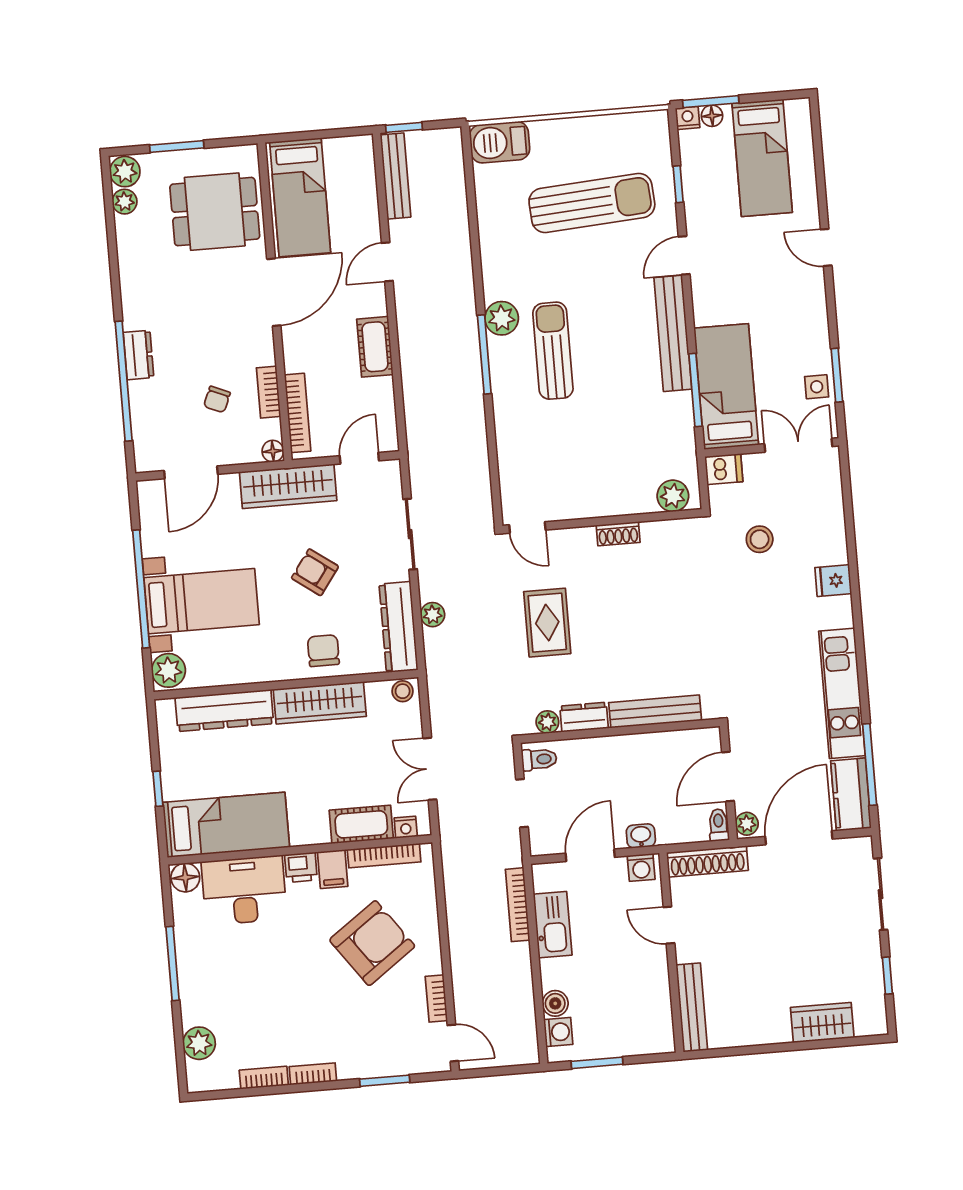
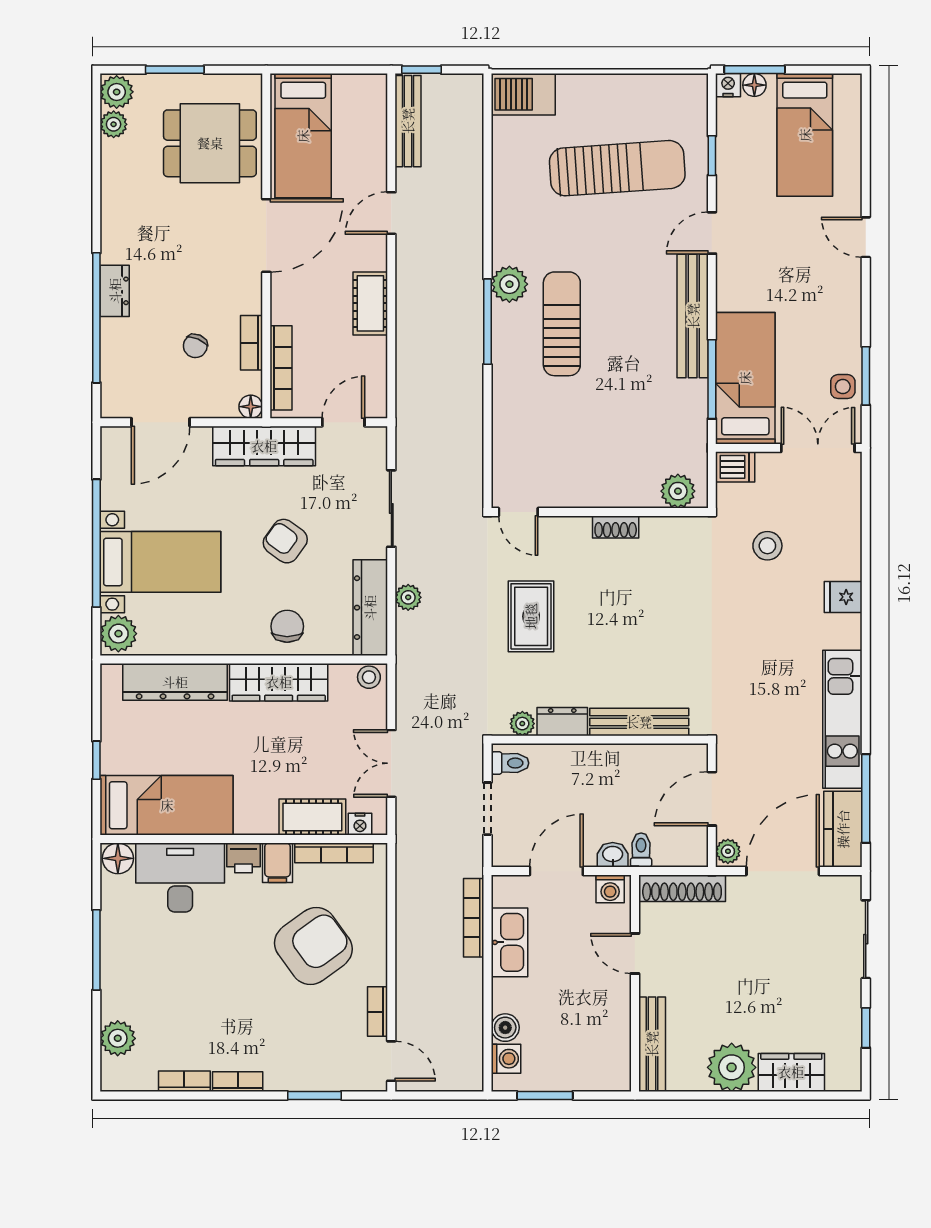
toilet: (719, 825) -> (641, 850), moved
plant: (767, 1023) -> (732, 1067), added

